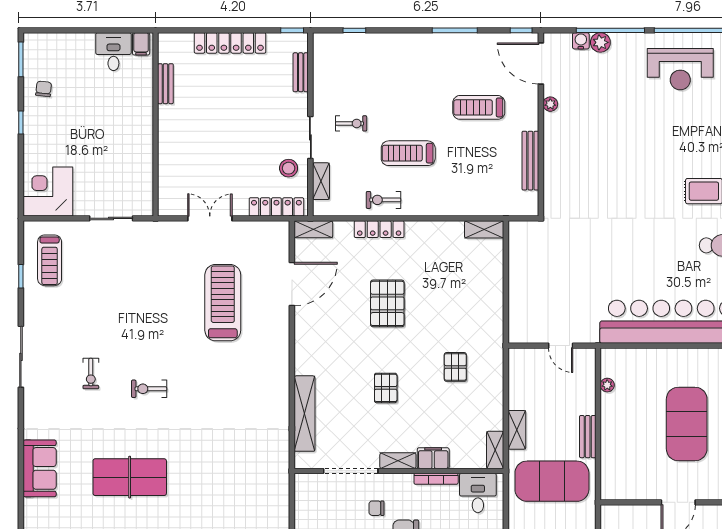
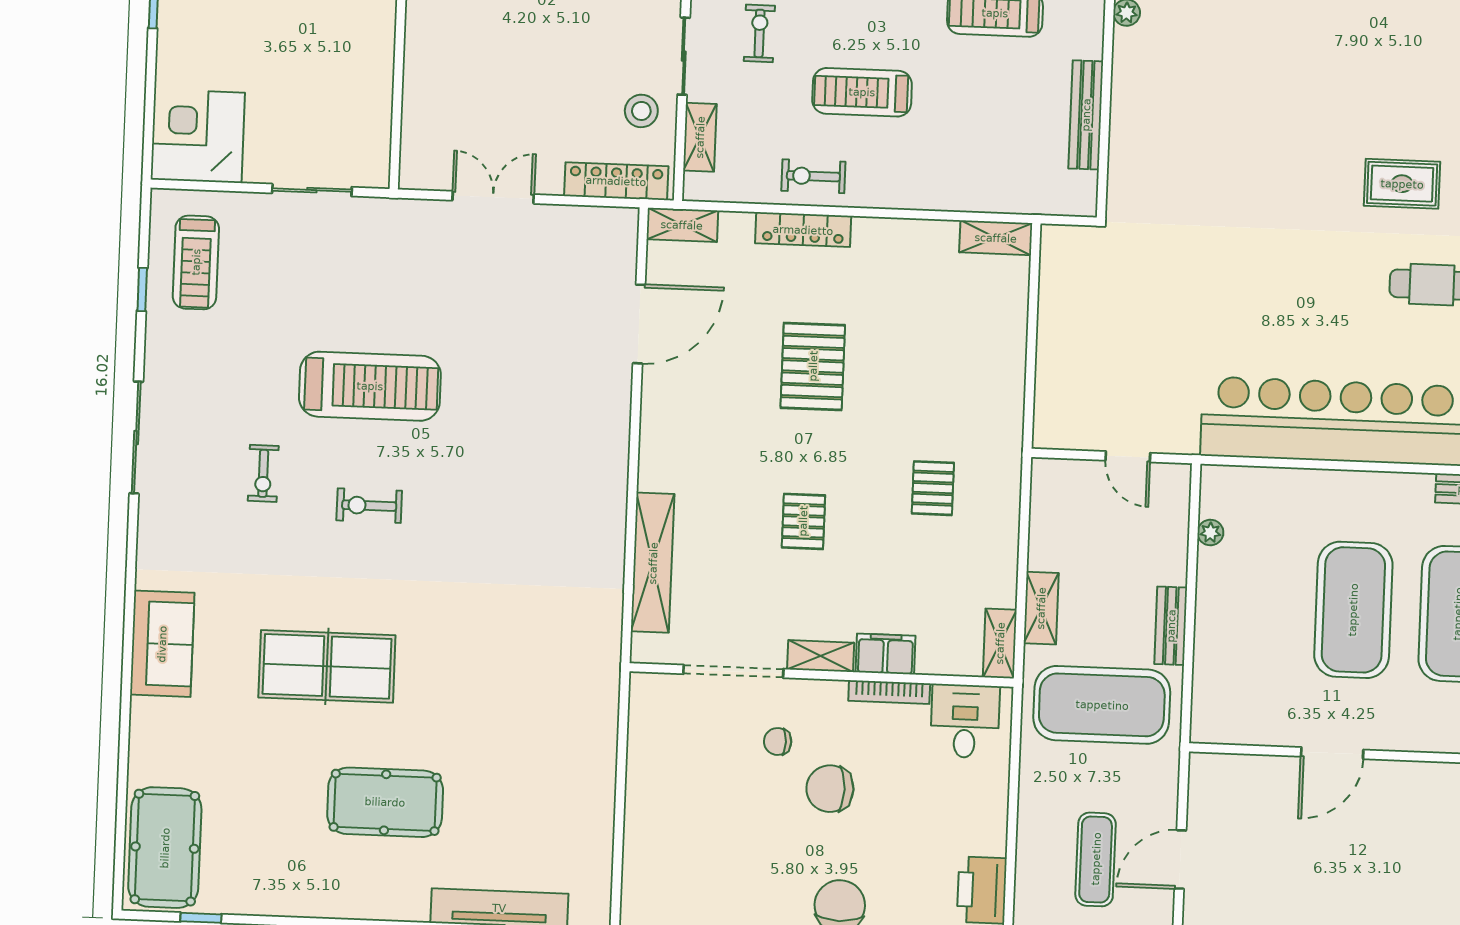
exercise bike: (351, 123) -> (759, 33), turned -90
treadmill: (223, 303) -> (370, 386), moved, turned 90

